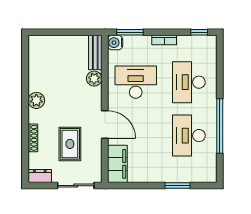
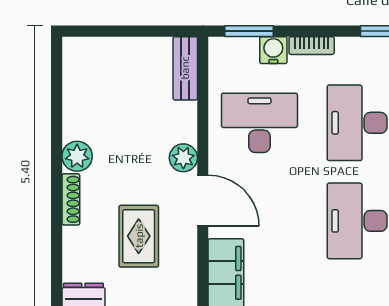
water cooler: (115, 43) -> (273, 50), moved, turned 90
plant: (94, 79) -> (183, 158), moved
shoe rack: (33, 138) -> (71, 199), moved

